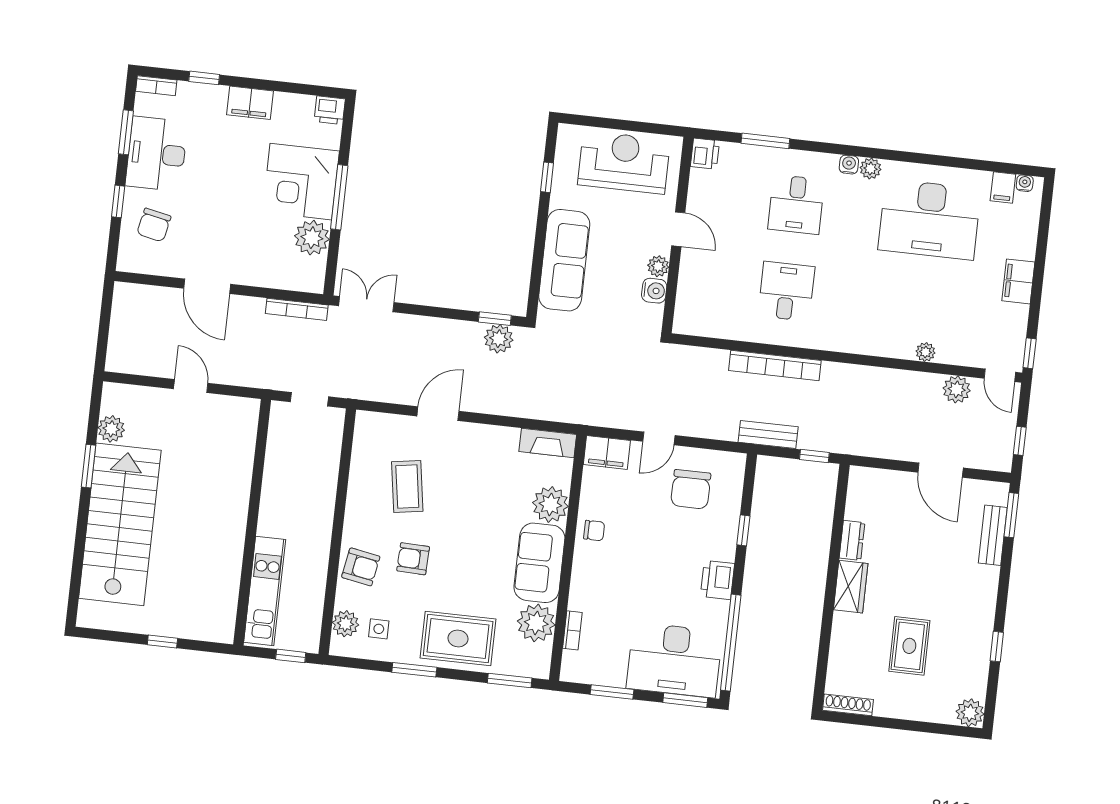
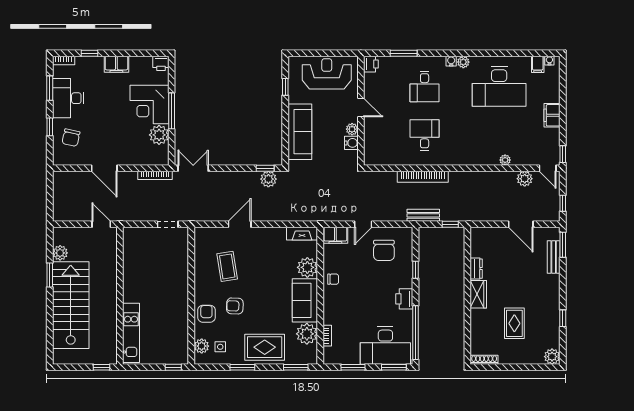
wall: (252, 522) -> (120, 296), moved
armchair: (361, 567) -> (206, 314), turned -100
kitchen unit: (265, 591) -> (131, 333), moved

